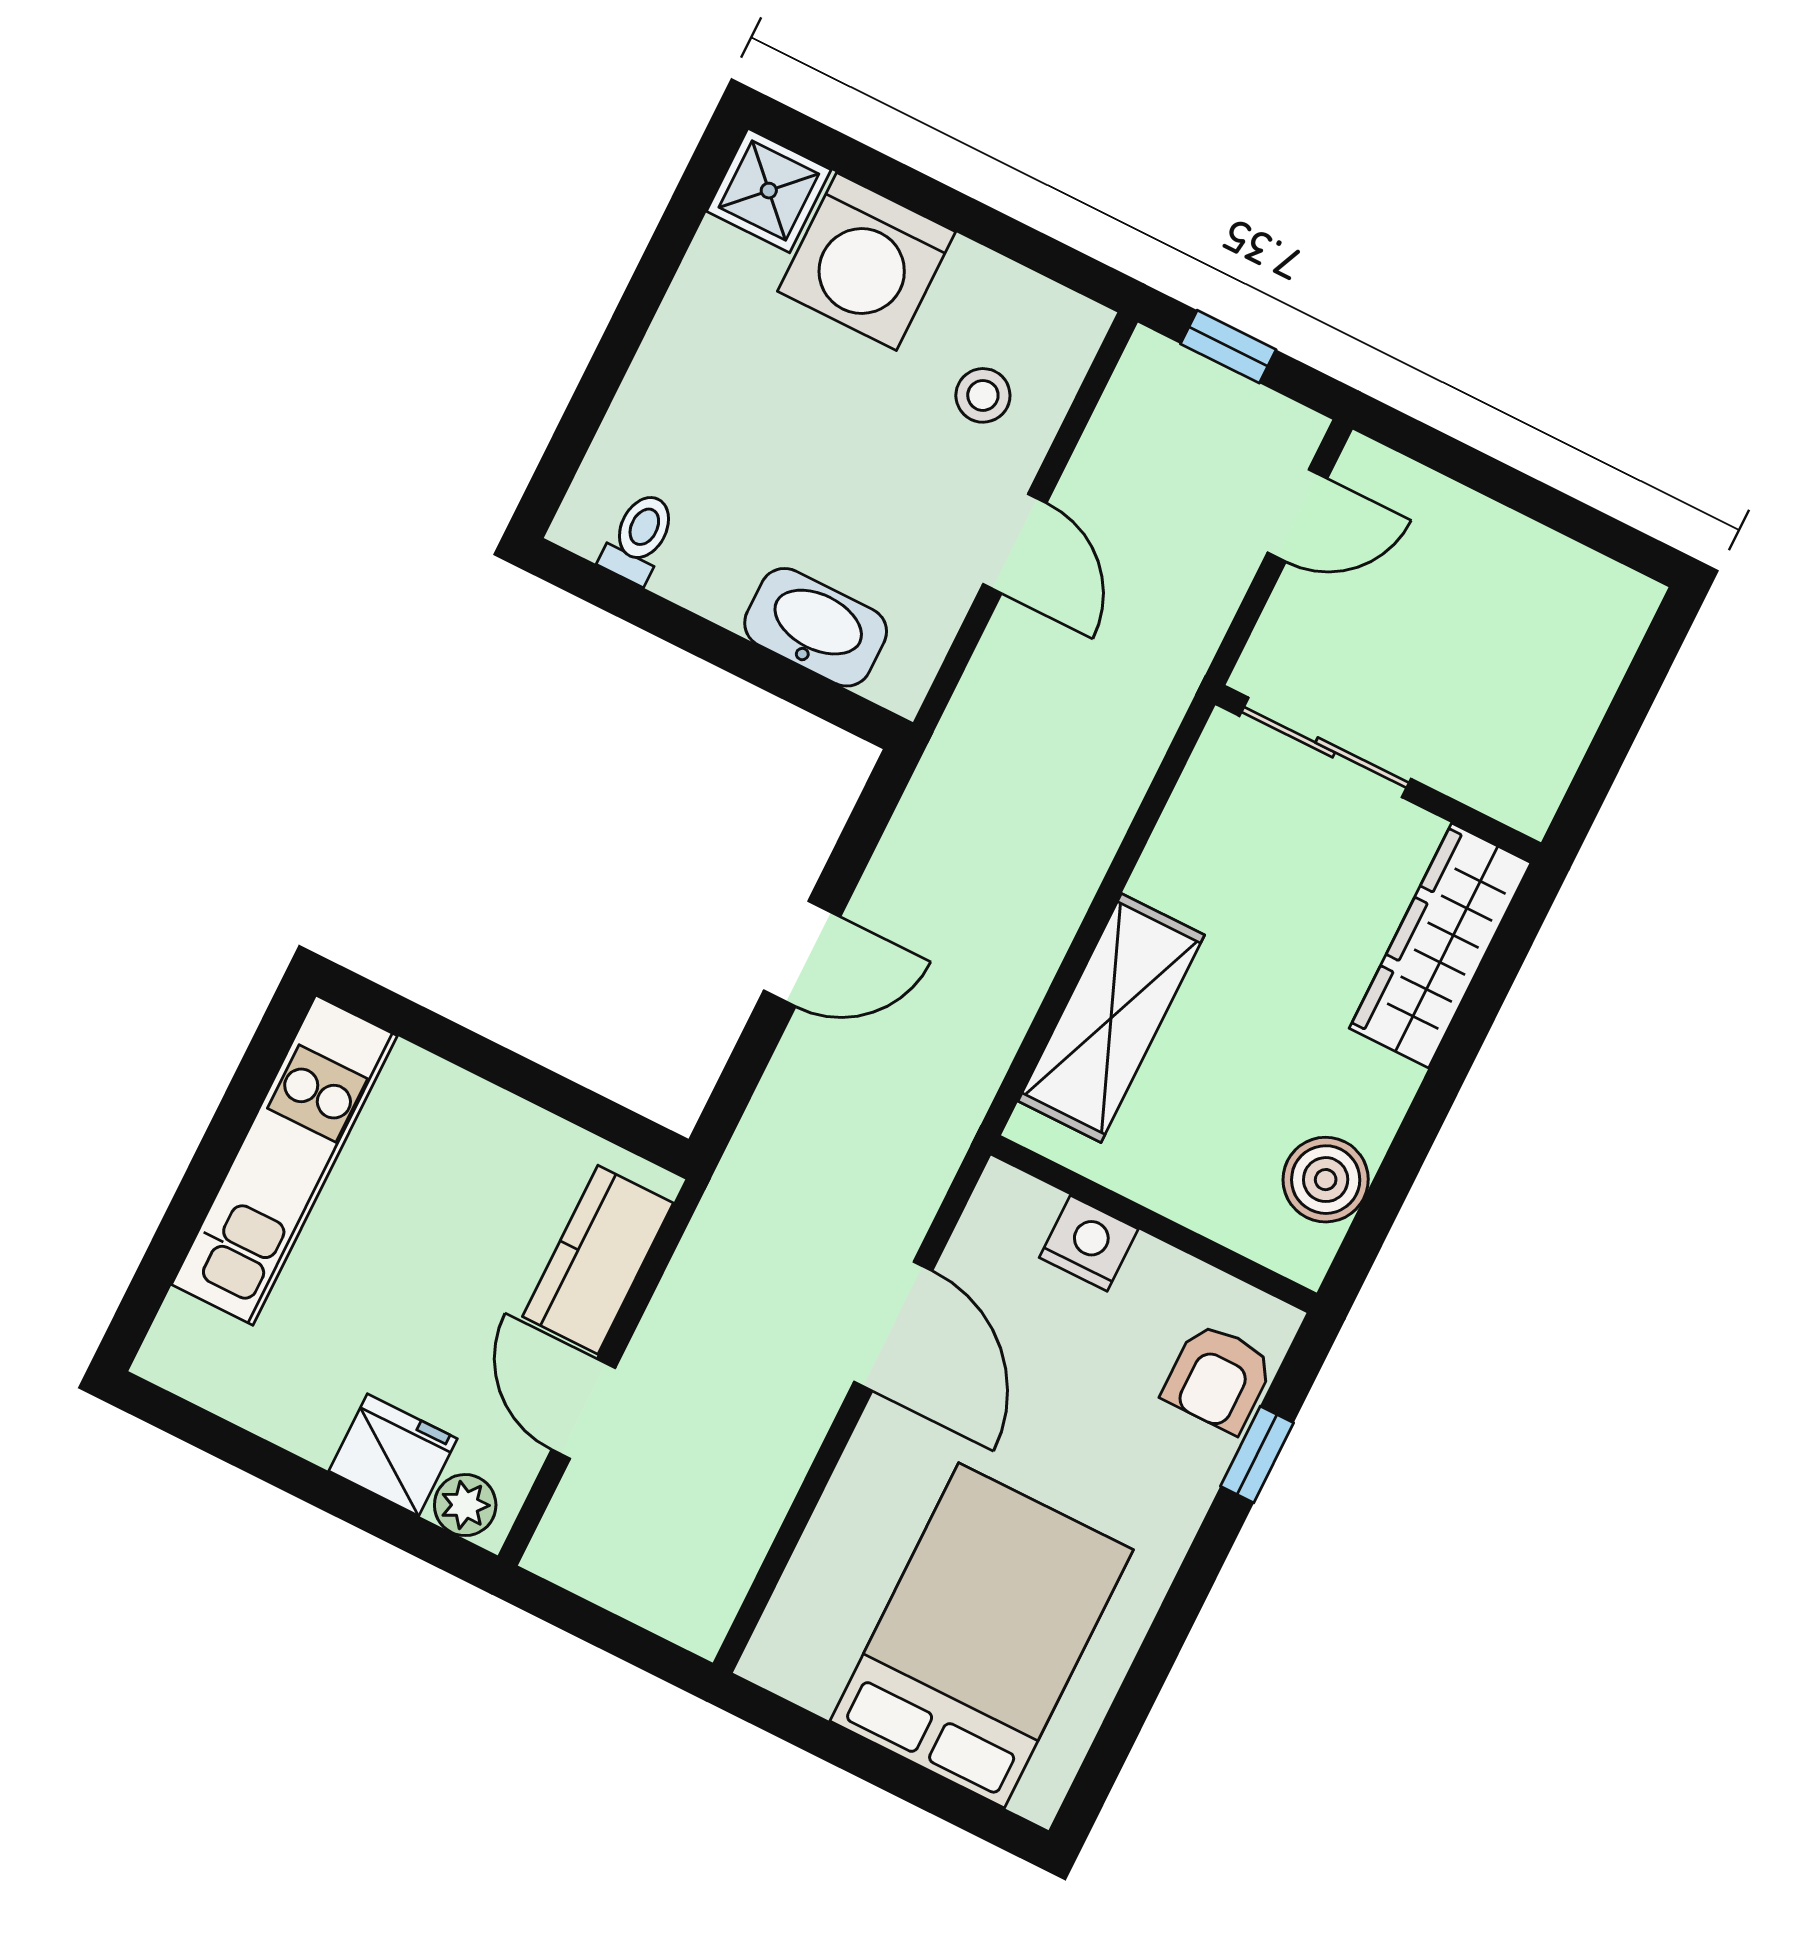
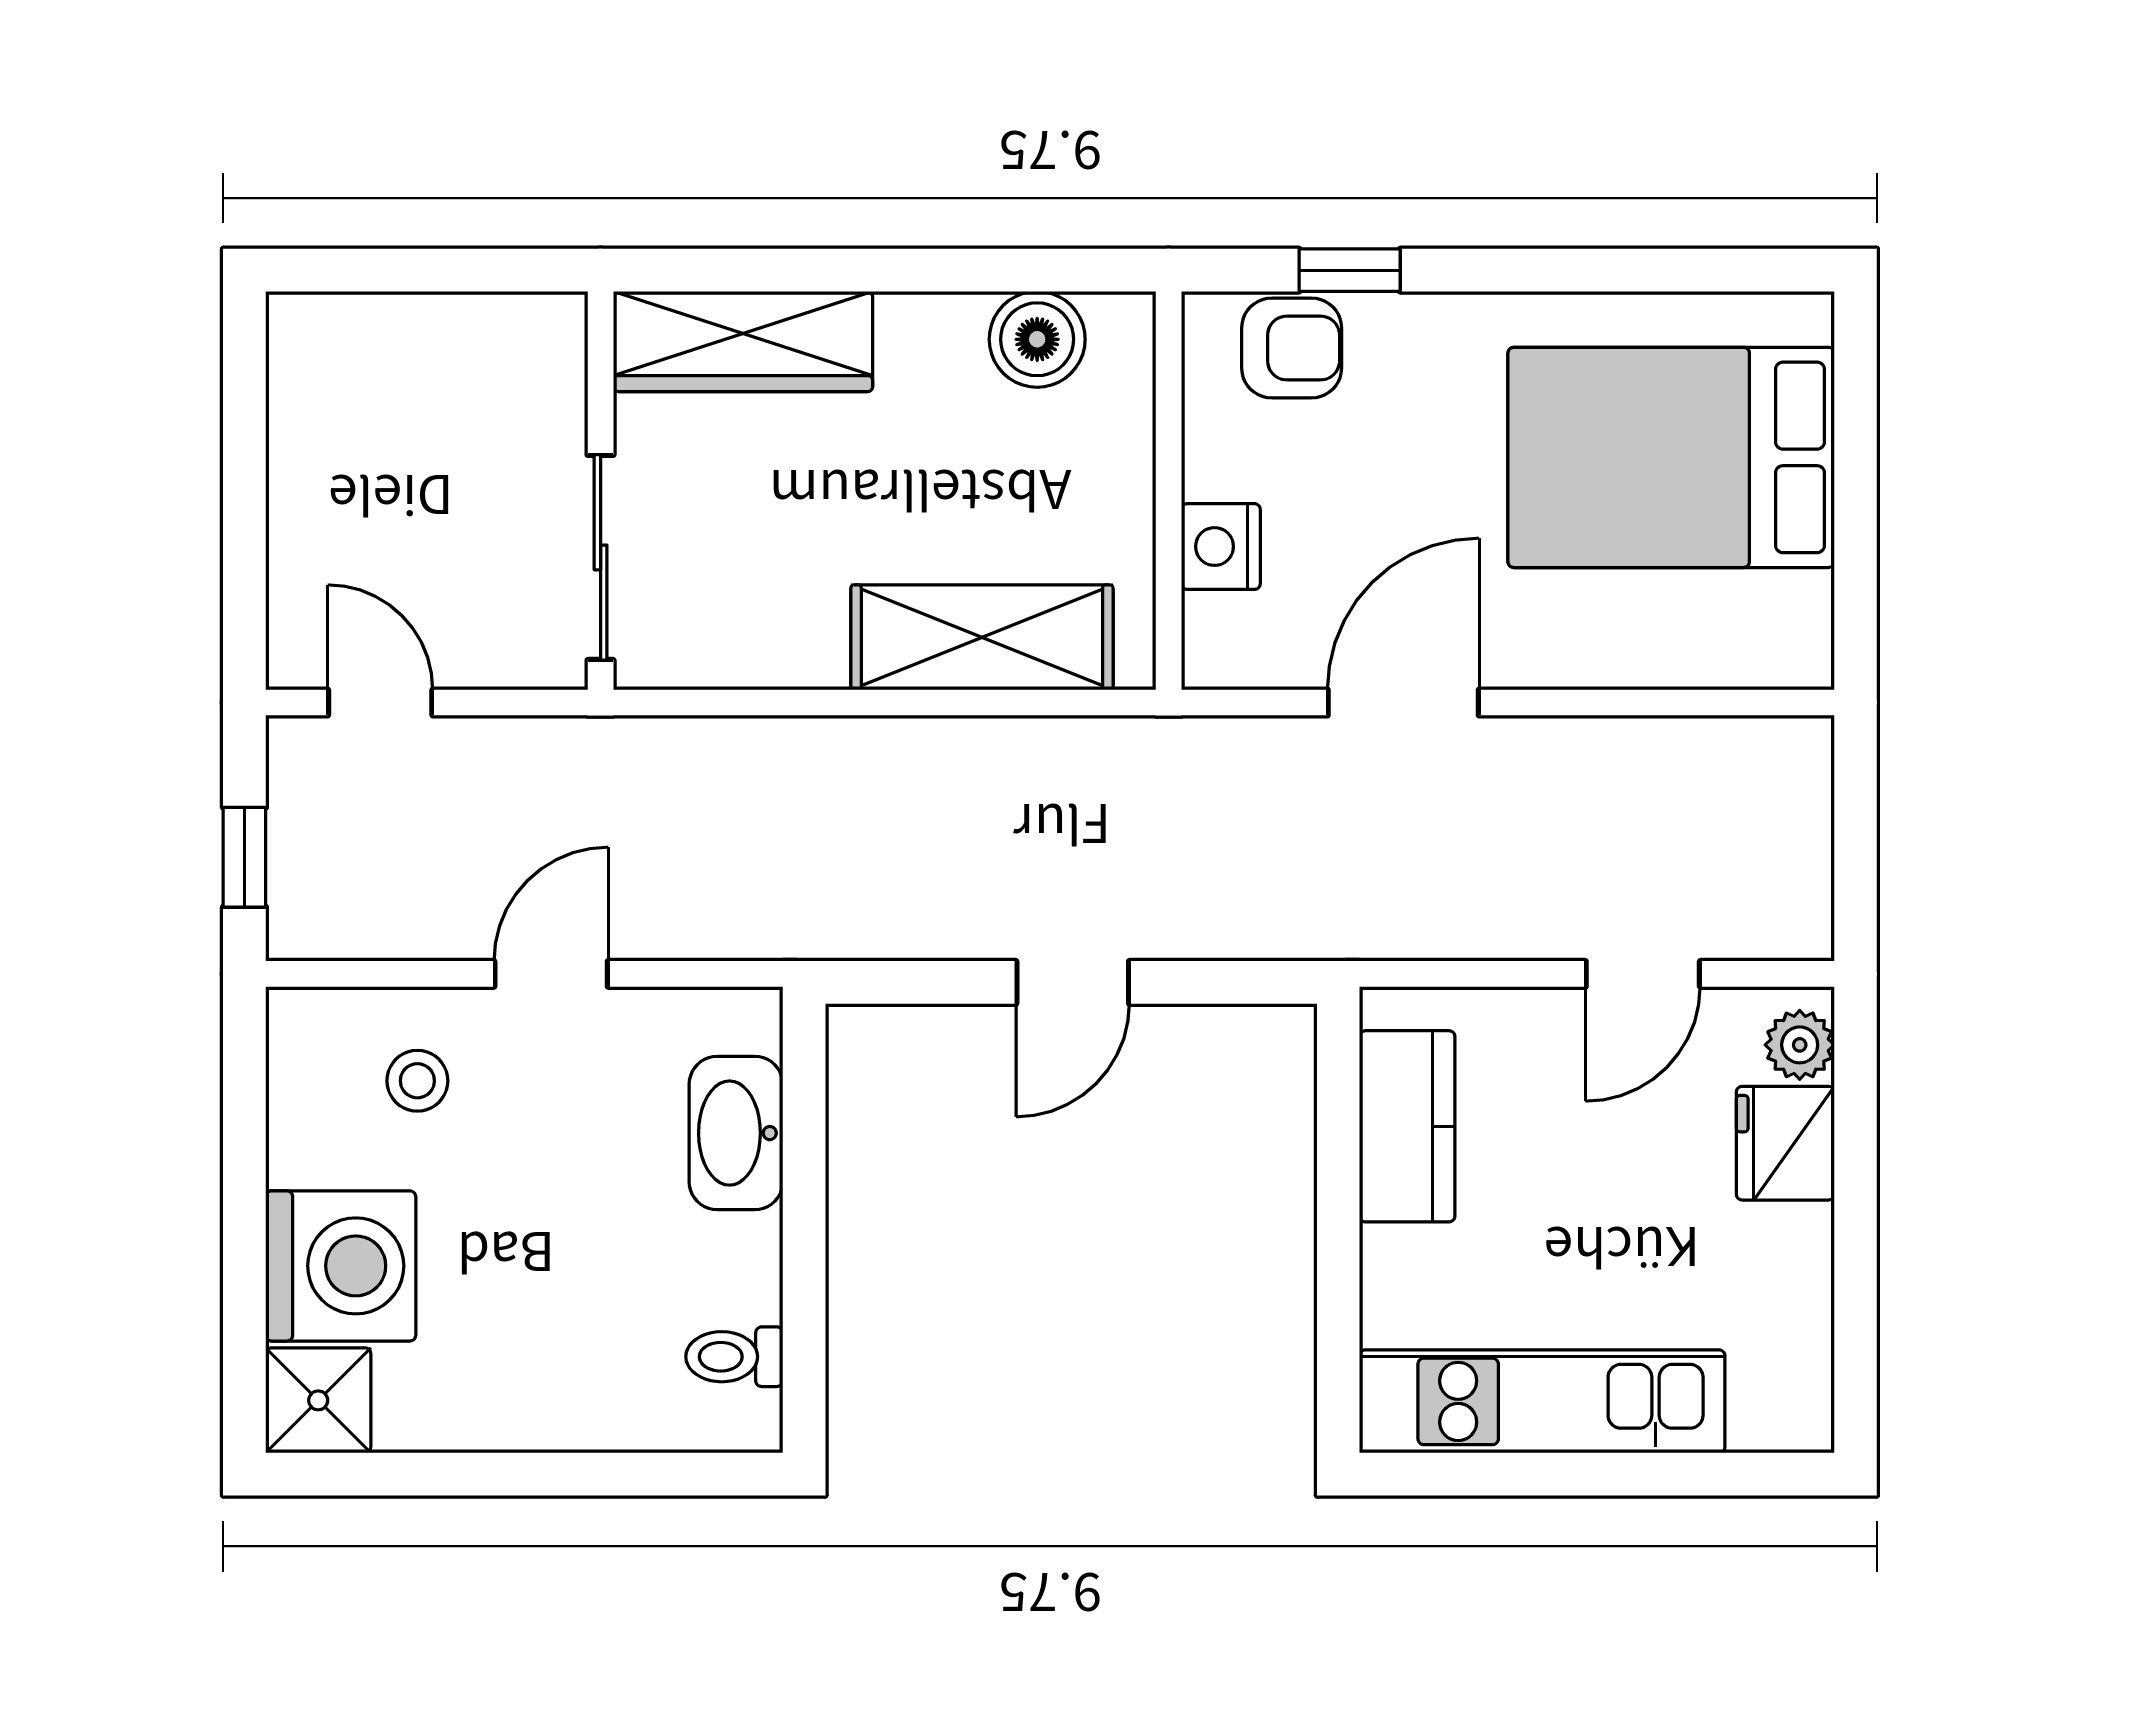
door: (802, 954) -> (1073, 982), swing flipped
kitchen counter: (598, 1260) -> (1407, 1126), moved, turned -90

